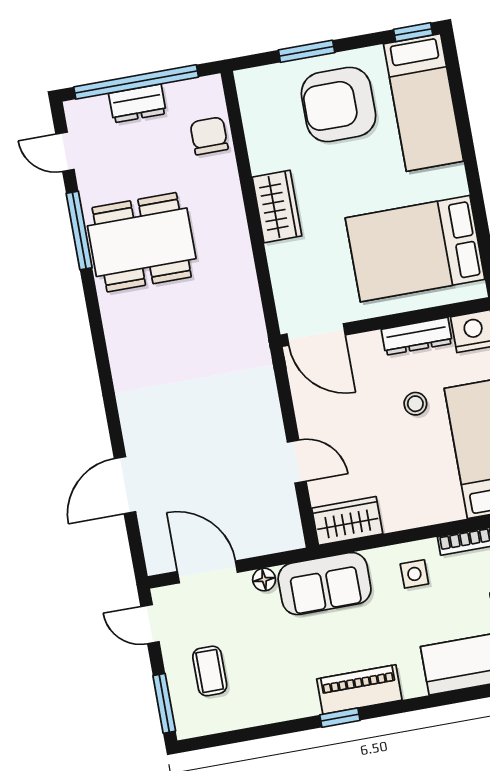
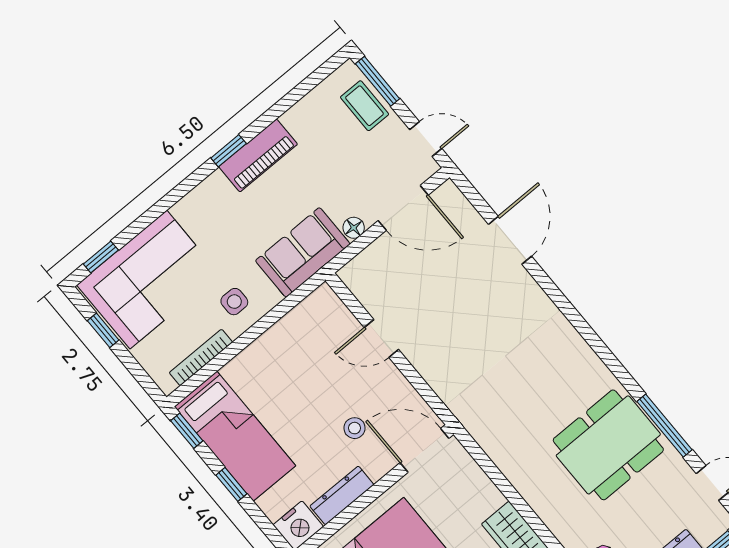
stool: (415, 404) -> (355, 428), moved
wardrobe: (347, 521) -> (313, 314), removed
coffee table: (210, 671) -> (364, 106), moved
piano: (359, 689) -> (258, 155), moved

